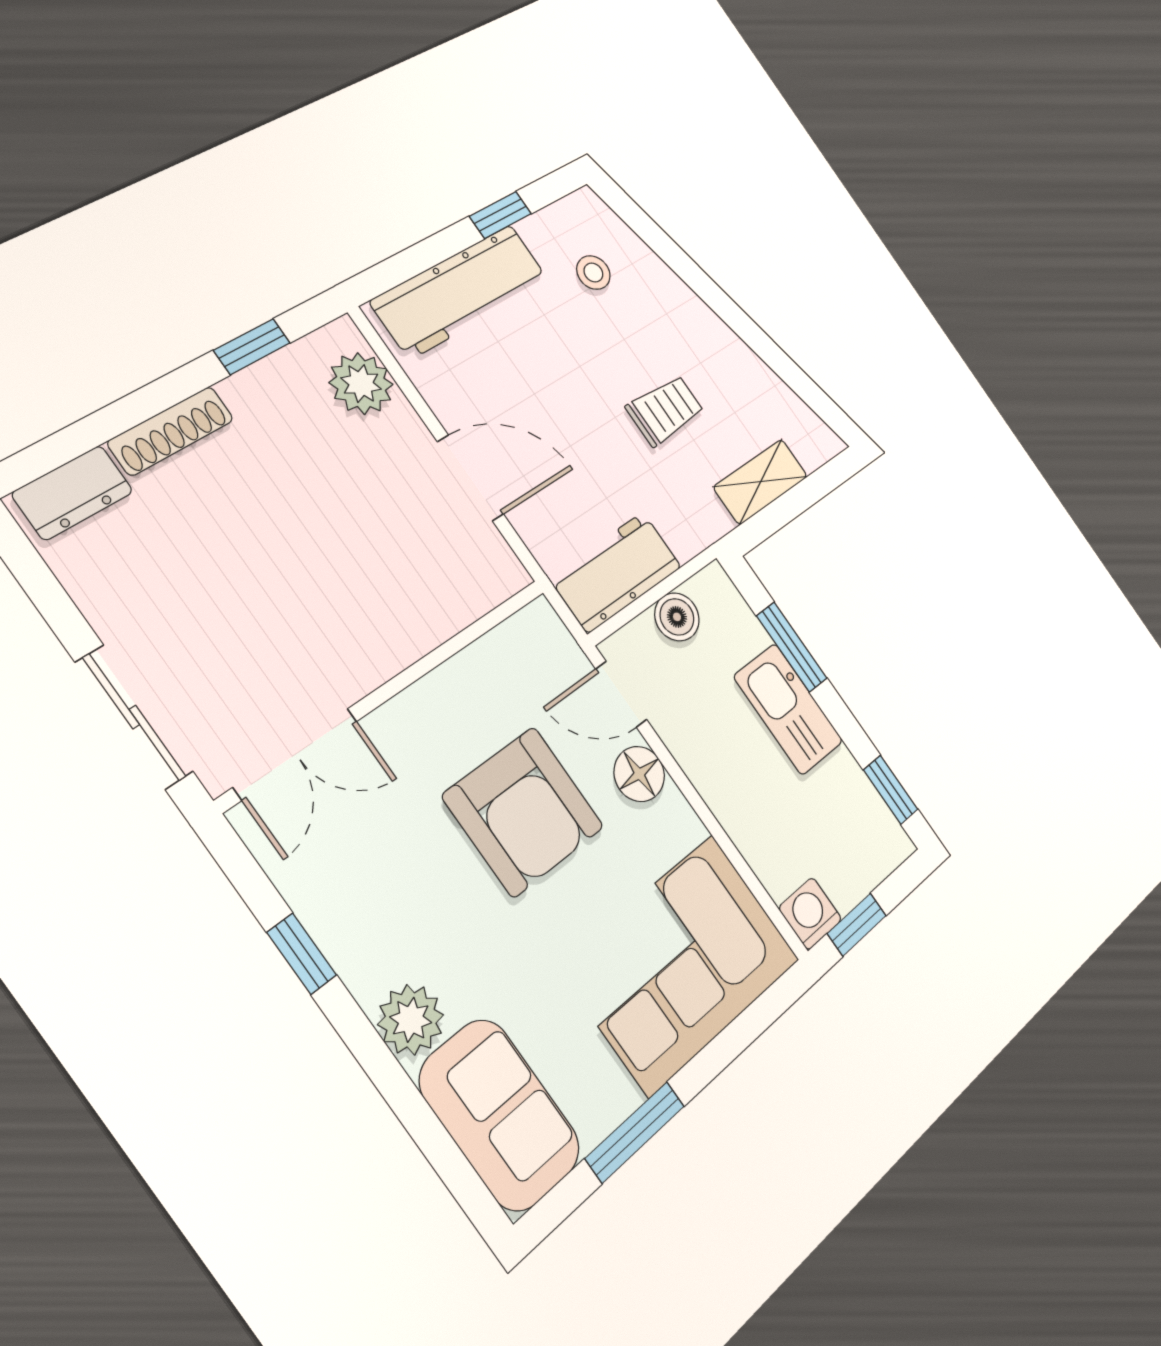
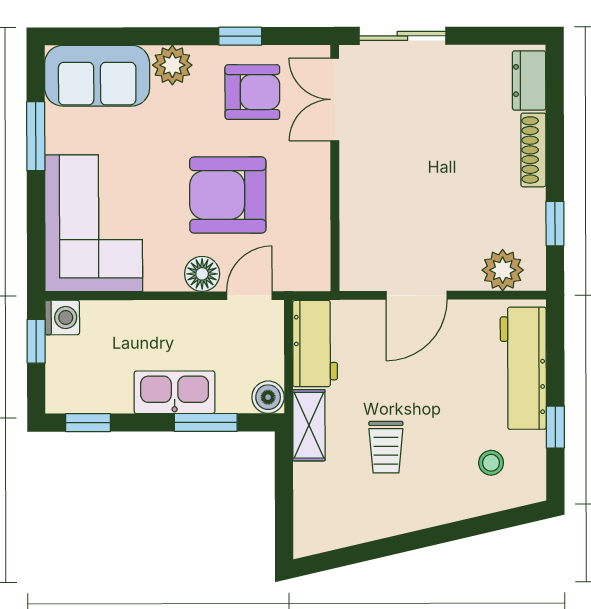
shelving: (761, 482) -> (309, 425), moved
boiler: (677, 617) -> (268, 397), moved
armchair: (367, 878) -> (252, 92), added

